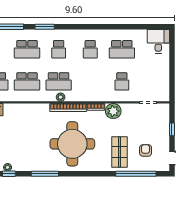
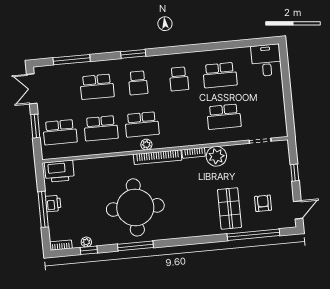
window: (45, 27) -> (133, 54), moved
school desk: (122, 81) -> (224, 117), width x1.85
round table: (72, 144) -> (135, 207), moved

